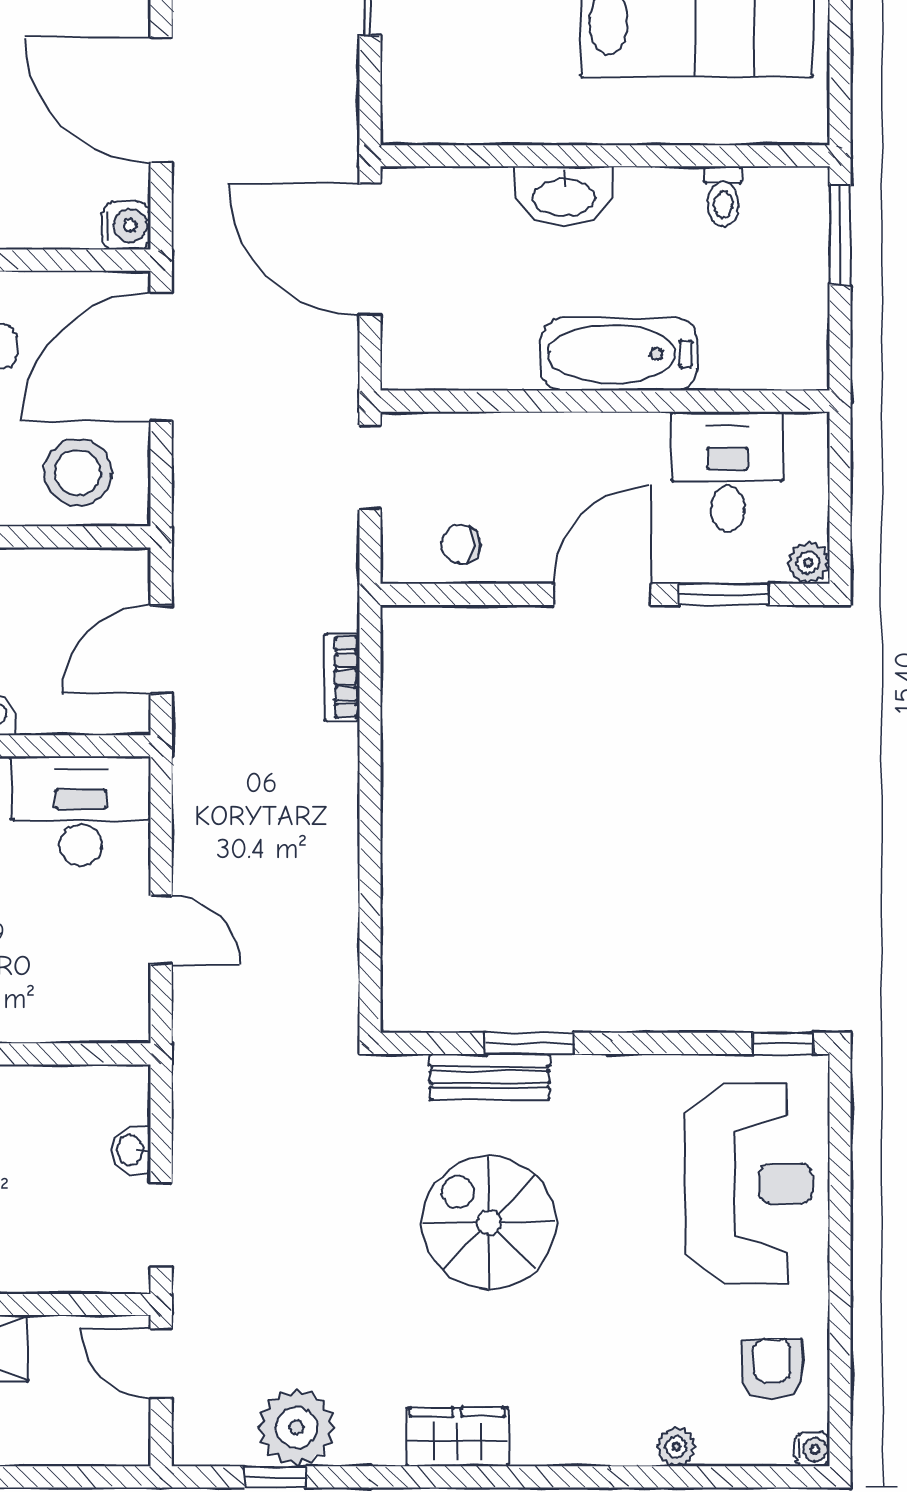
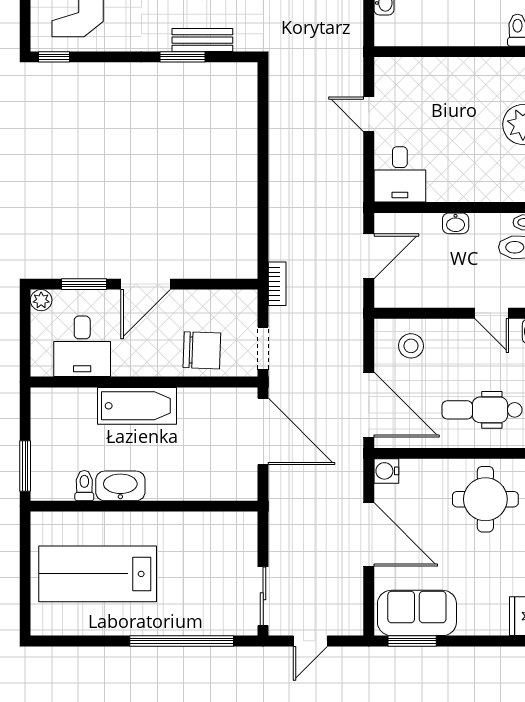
washbasin: (564, 196) -> (120, 486), moved
door: (370, 249) -> (263, 431), moved
door: (161, 356) -> (369, 405), hinge flipped
stool: (78, 472) -> (411, 346), width x0.73, depth x0.73
chair: (461, 544) -> (202, 350), moved, width x1.87, depth x1.87
bookcase: (342, 677) -> (277, 284), moved
desk: (81, 811) -> (400, 174), width x0.73

